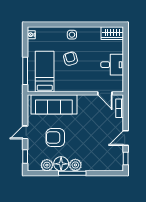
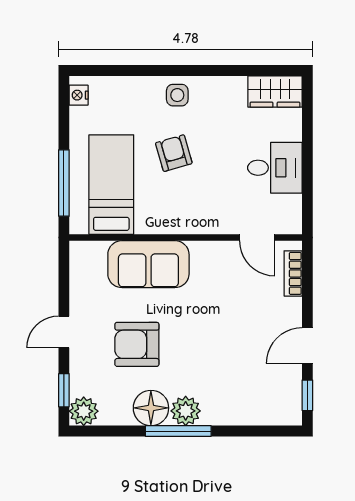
sofa: (54, 104) -> (148, 264), width x0.73
plant: (47, 165) -> (84, 411), moved

